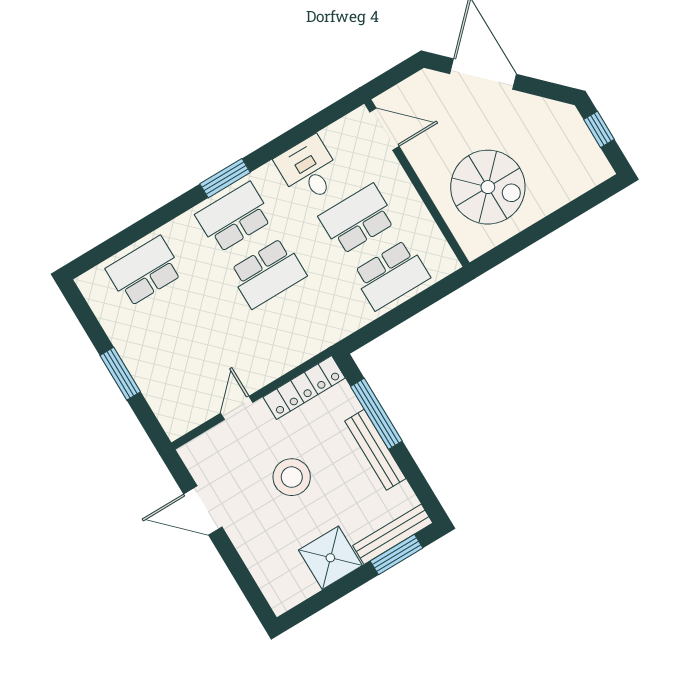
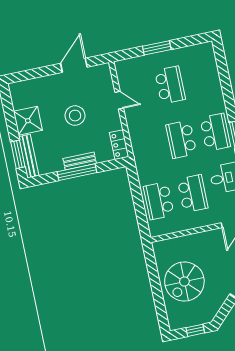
spiral stairs: (488, 187) -> (184, 282), moved
school desk: (144, 271) -> (170, 85), moved
locker: (304, 387) -> (119, 145), width x0.66
window: (376, 414) -> (77, 172), moved
bench: (375, 450) -> (80, 161), width x0.73

